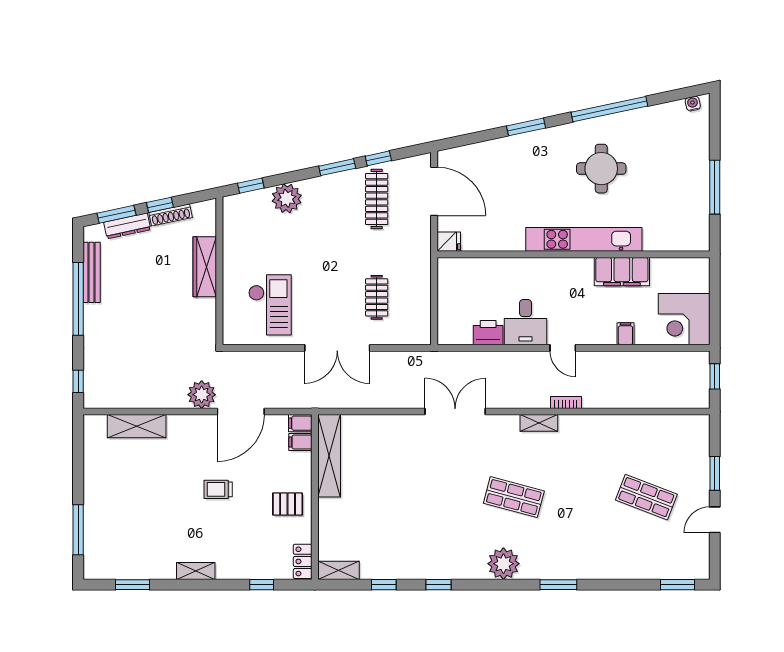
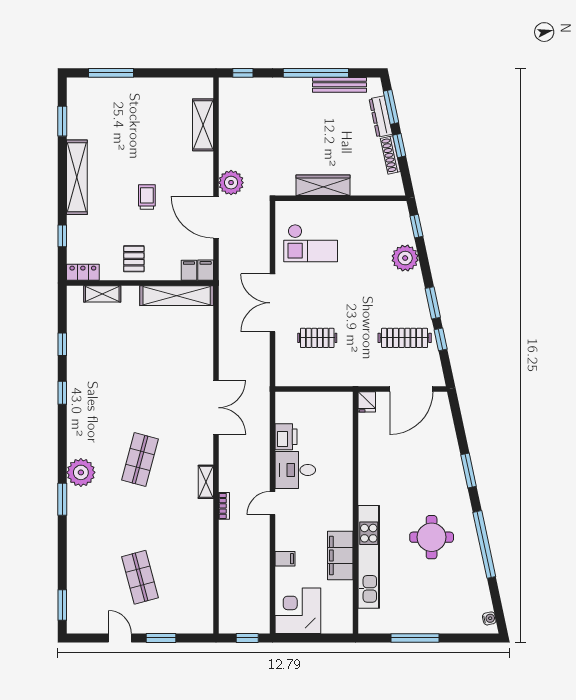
kitchen unit: (584, 239) -> (369, 557), moved
wardrobe: (205, 267) -> (323, 185), moved
shop shelf: (646, 497) -> (140, 577), turned -36
plant: (503, 564) -> (81, 472), moved
shelving: (338, 570) -> (102, 294), moved, turned 90
shelving: (196, 571) -> (77, 177), width x2.20, depth x1.33

